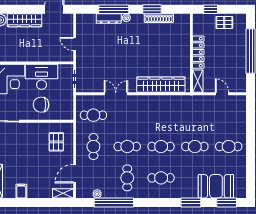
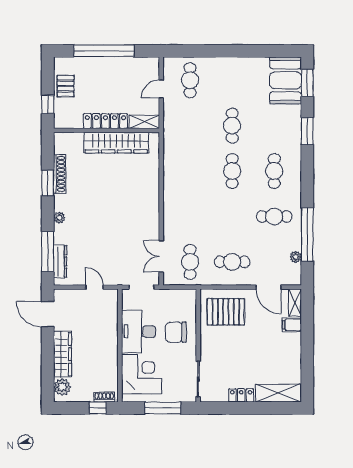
window: (114, 9) -> (48, 251), moved
dresser: (109, 18) -> (60, 261), moved
door: (75, 44) -> (95, 287), swing flipped
wardrobe: (161, 85) -> (116, 143), moved, turned -90
double door: (116, 94) -> (161, 256), moved
chair: (41, 105) -> (176, 332), turned 90
pallet: (56, 142) -> (226, 312), width x1.50, depth x1.42
cafe table: (127, 147) -> (232, 216), removed
cafe table: (229, 147) -> (190, 80), moved
booth: (216, 186) -> (285, 80), moved
filing cabinet: (21, 191) -> (292, 325), moved

